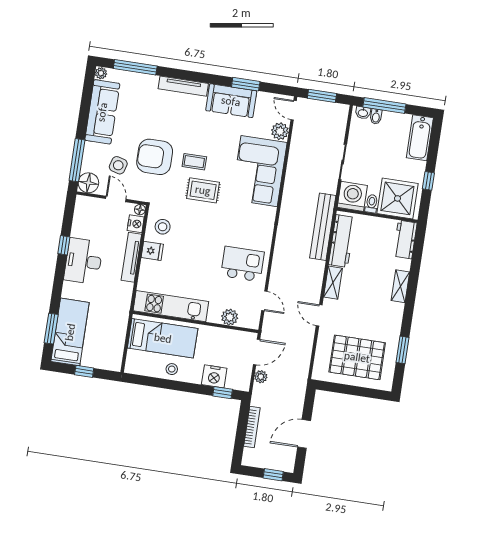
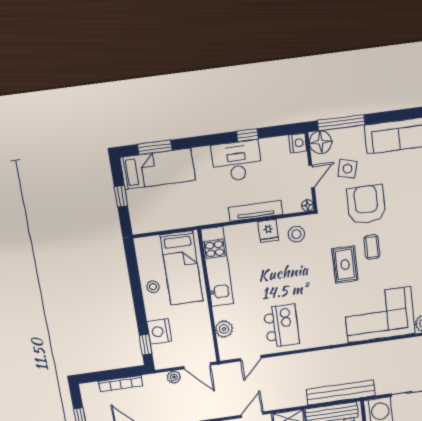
nightstand: (136, 224) -> (298, 143), moved, turned -90

